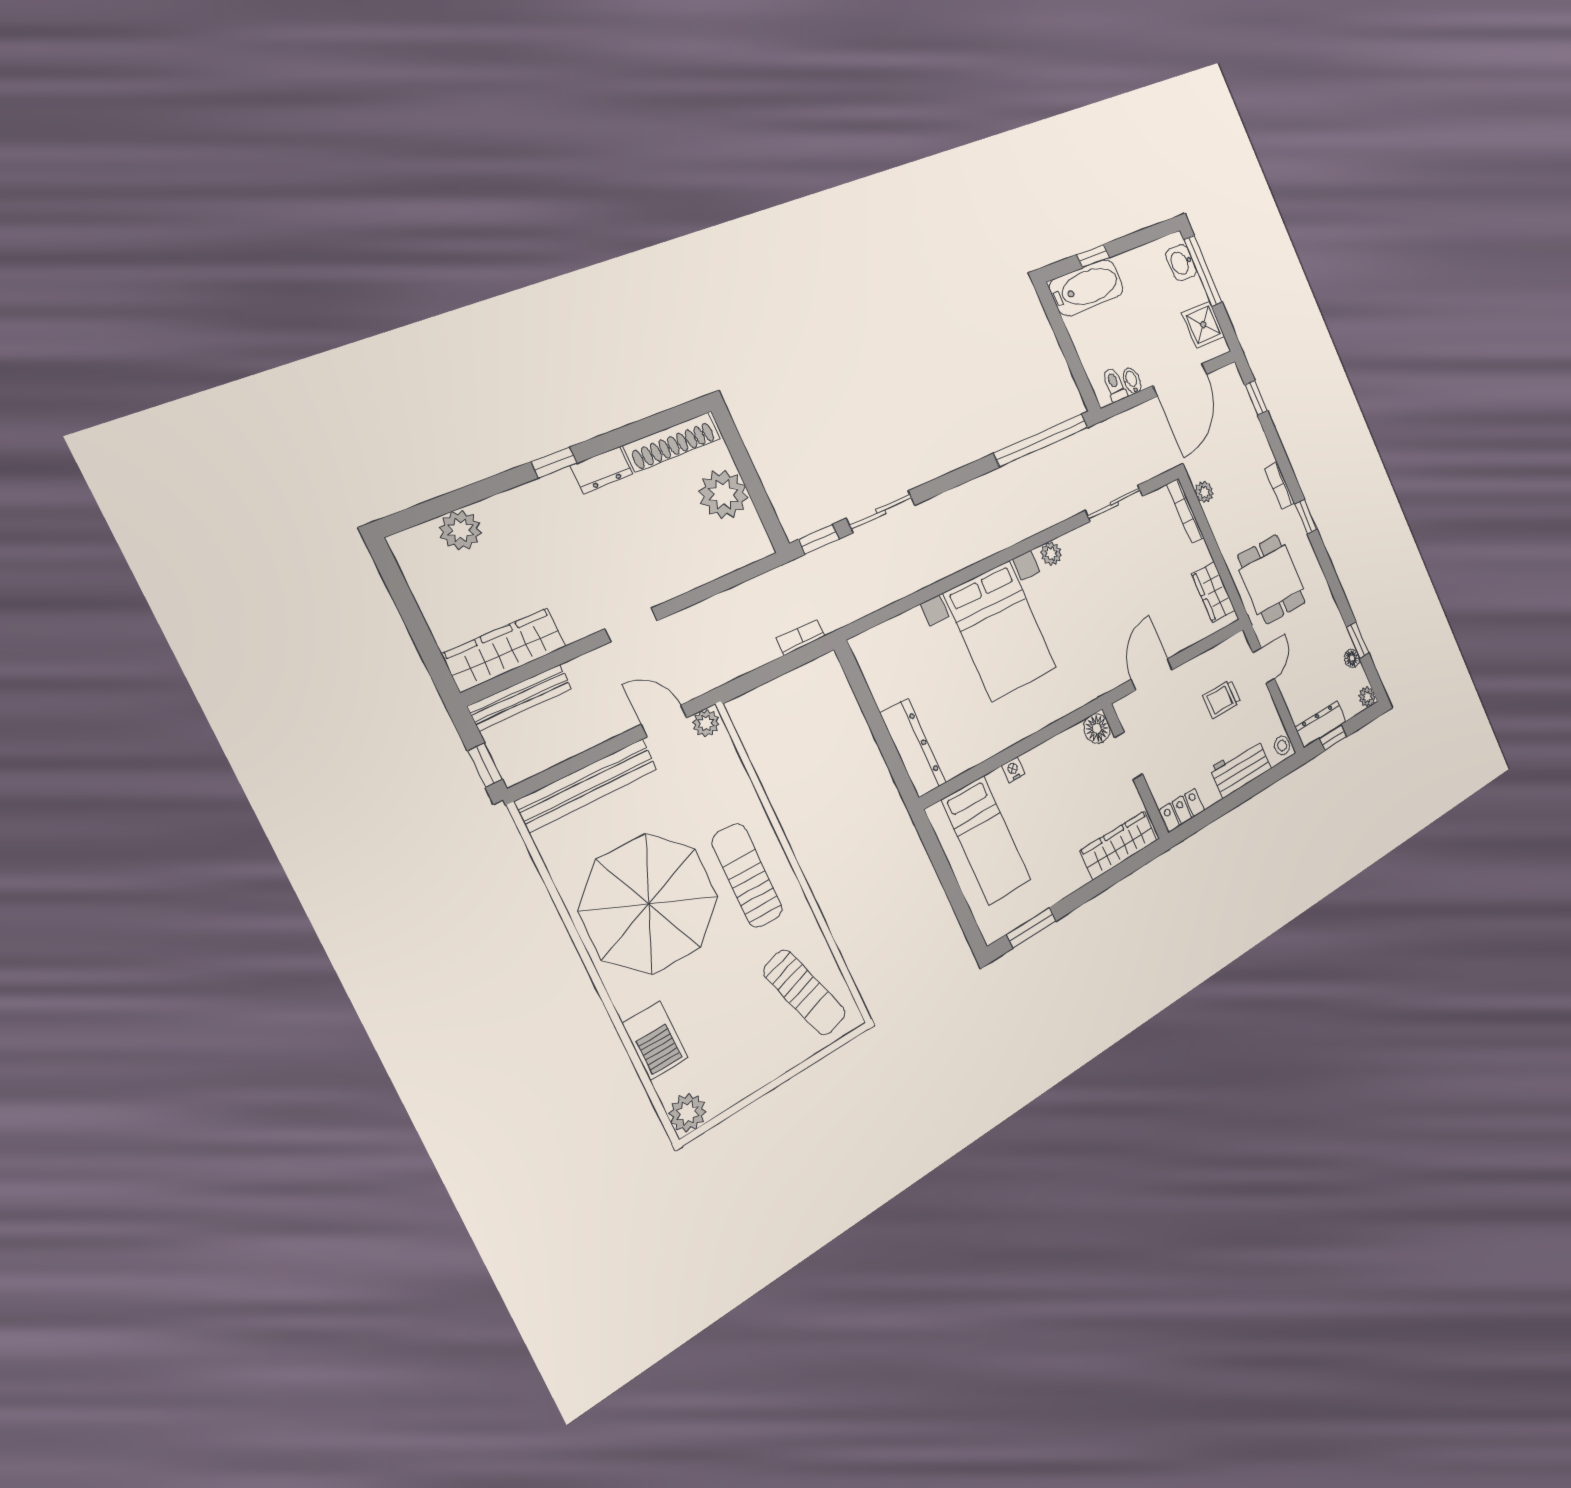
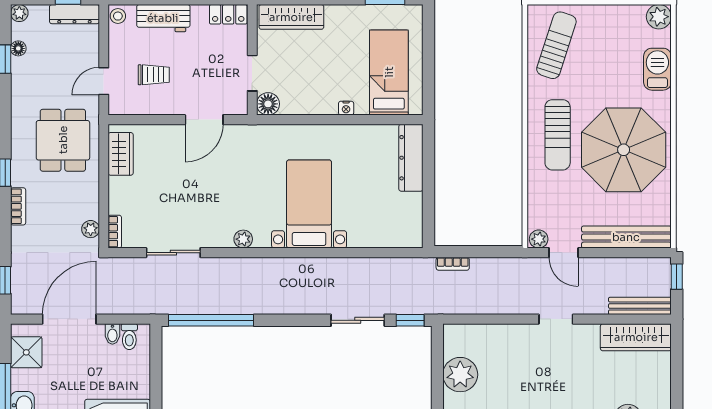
bookcase: (1185, 511) -> (115, 232), width x0.64
bed with nightstands: (1001, 631) -> (309, 204), width x0.73
sun lounger: (804, 993) -> (556, 45), turned 36

